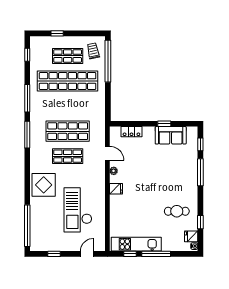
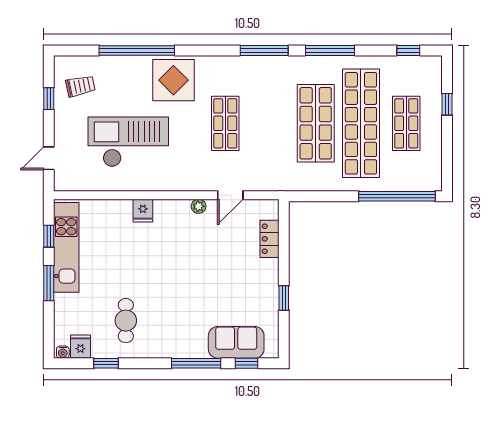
trolley: (93, 51) -> (80, 86), moved
shop shelf: (68, 131) -> (316, 123), moved
sofa: (171, 135) -> (236, 342), moved, turned 90
fridge: (116, 189) -> (143, 211), moved
window: (27, 226) -> (137, 50), moved
door: (87, 254) -> (49, 158), swing flipped
window: (156, 254) -> (49, 283), width x0.69

